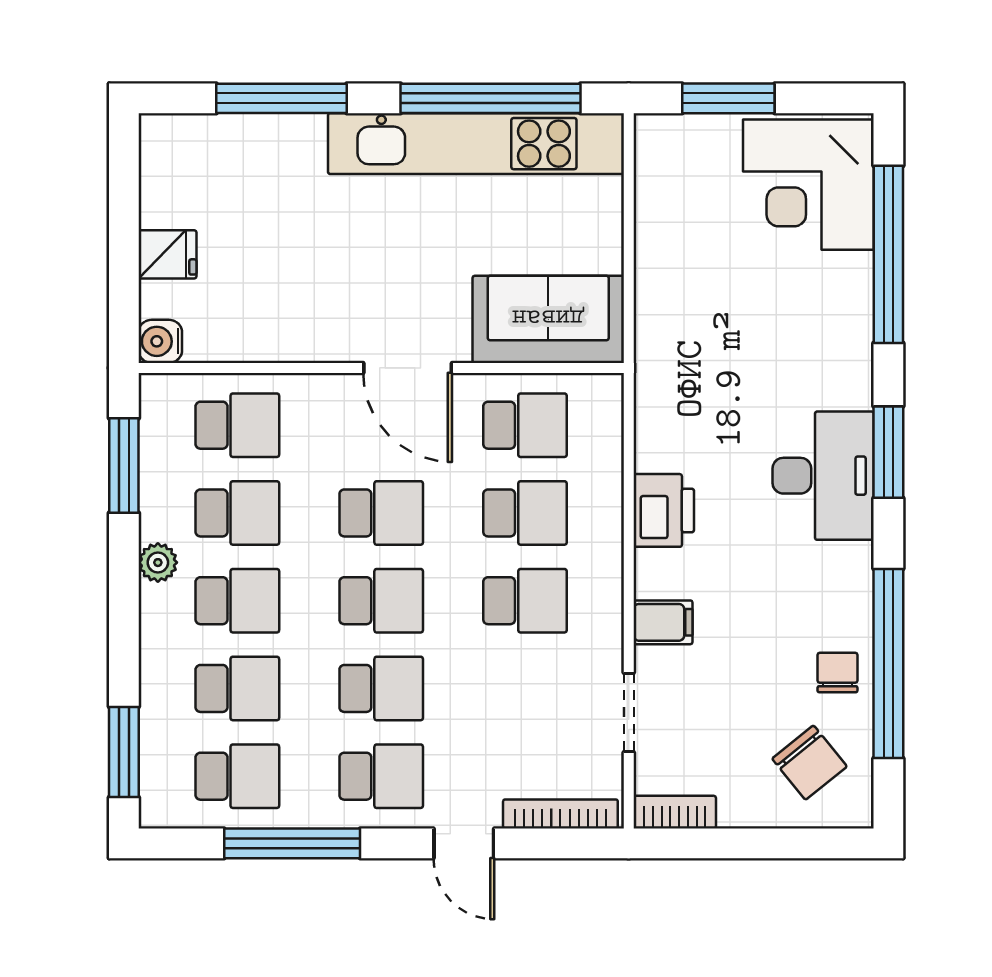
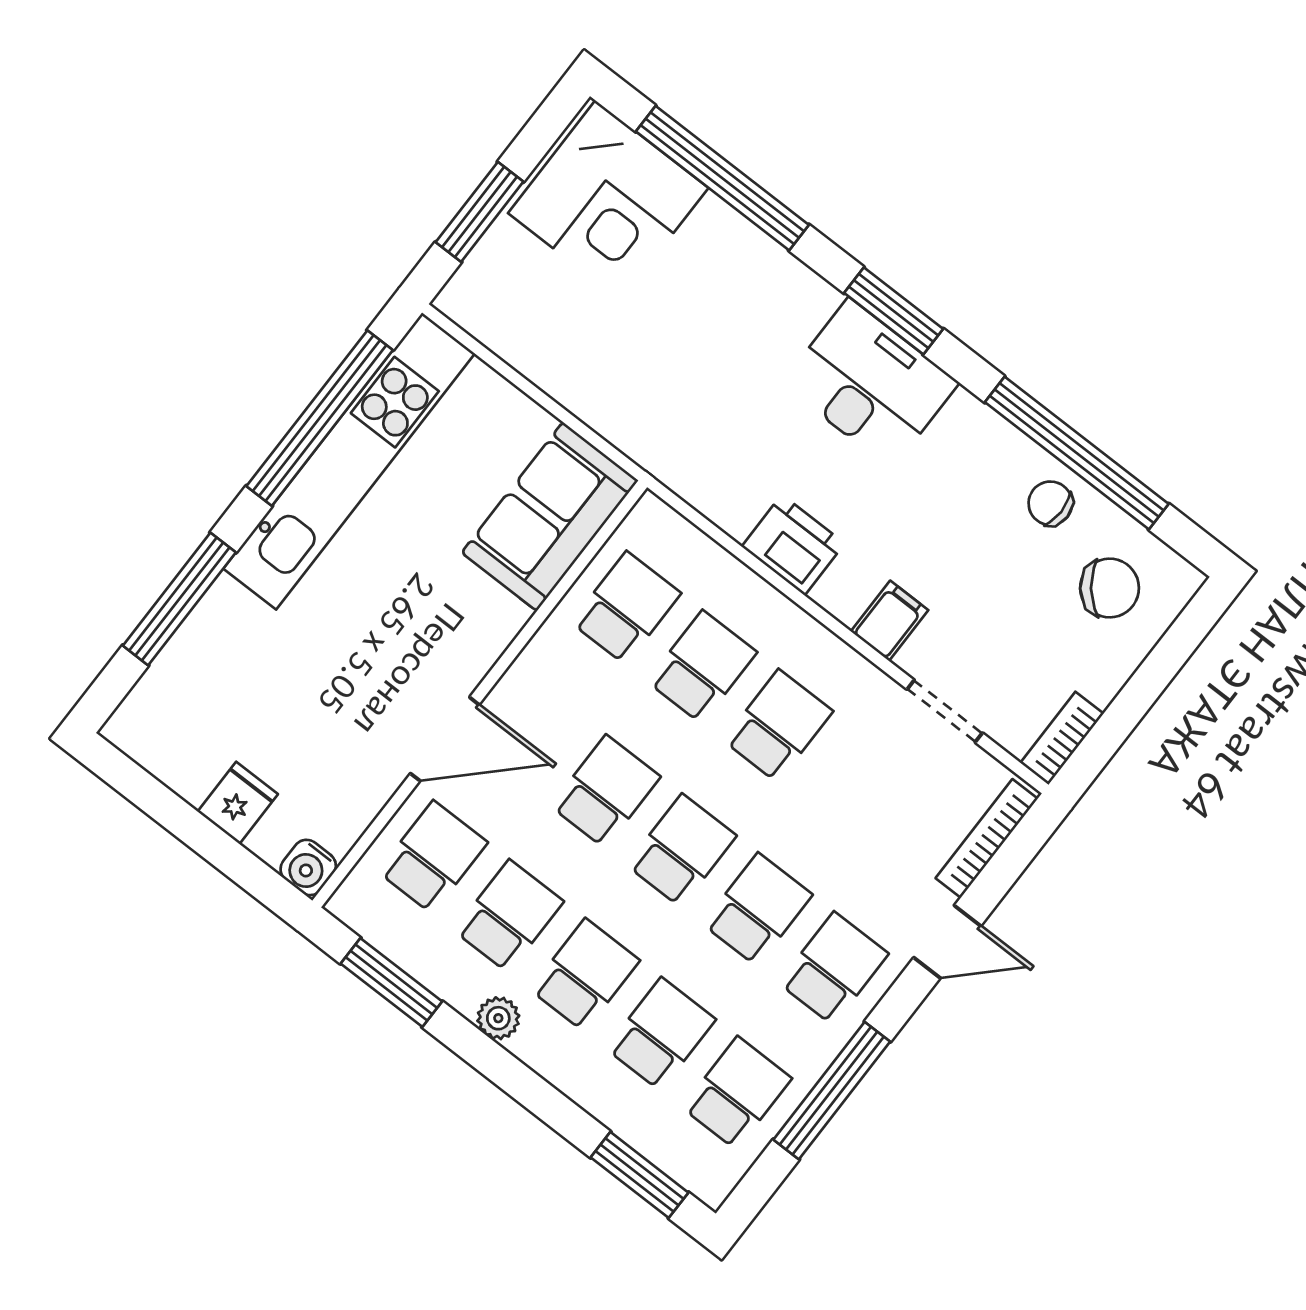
door: (408, 368) -> (445, 739), moved

